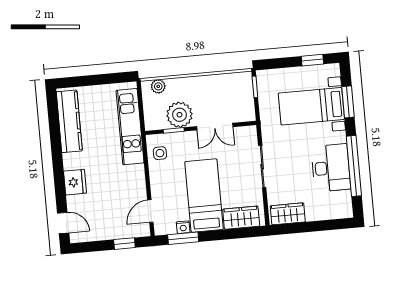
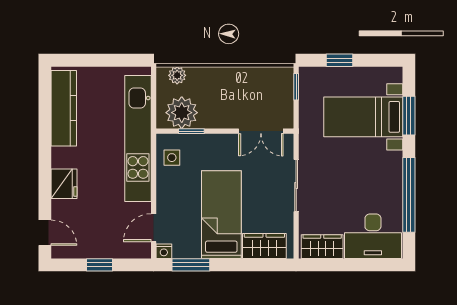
window: (312, 60) -> (339, 60), moved
plant: (180, 115) -> (182, 113), moved
kitchen unit: (130, 127) -> (138, 138), width x1.36
double door: (215, 127) -> (261, 131), moved
desk: (331, 168) -> (373, 236), moved, turned 90
nightstand: (183, 227) -> (164, 251), moved
window: (124, 244) -> (100, 265), moved

